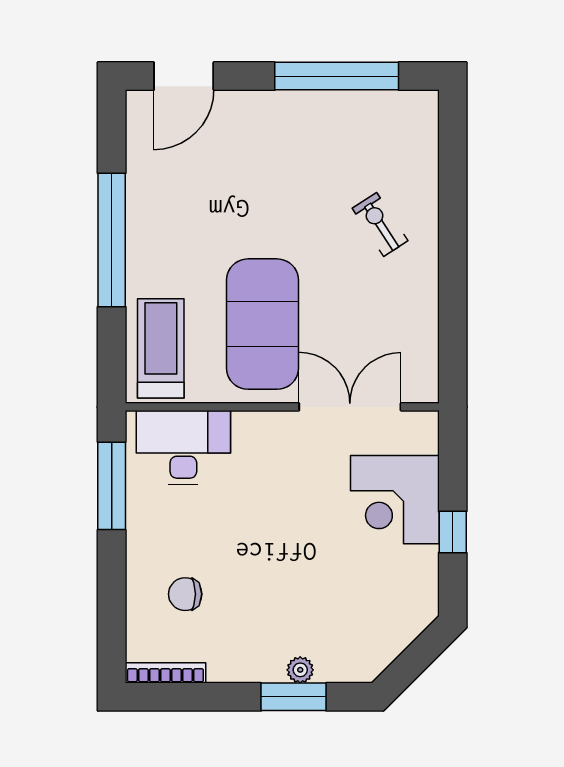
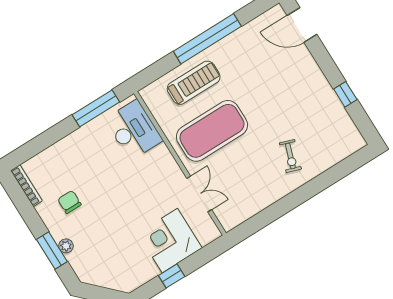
window: (337, 76) -> (345, 94), width x0.32
exercise bike: (380, 224) -> (290, 156), turned 142
treadmill: (161, 348) -> (194, 83), moved
double door: (350, 407) -> (199, 194), width x0.73
chair: (185, 594) -> (69, 202), moved

